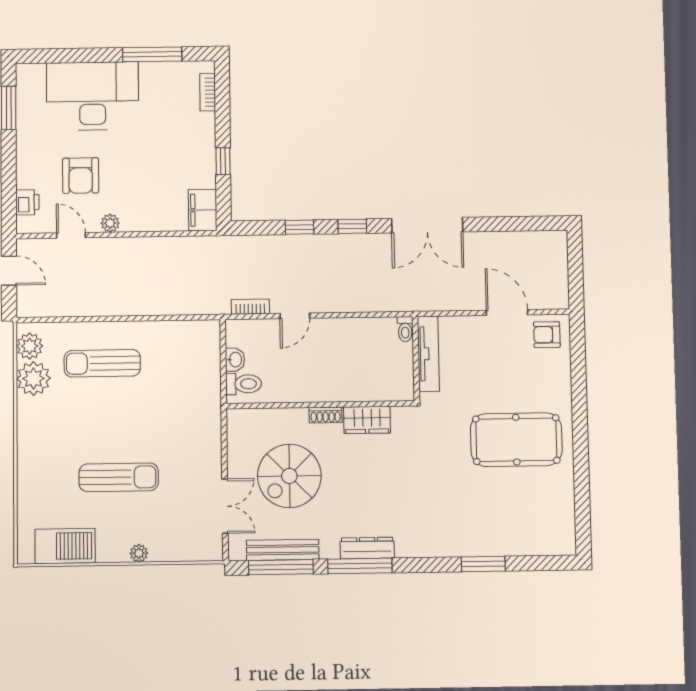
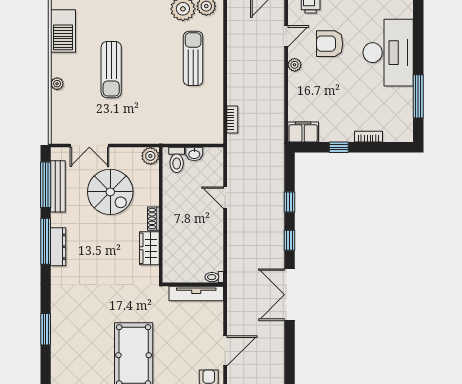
bookcase: (208, 92) -> (369, 137), moved
bookcase: (250, 307) -> (232, 119), moved
plant: (238, 421) -> (150, 156), added
spiral stairs: (289, 476) -> (110, 192), turned 180

